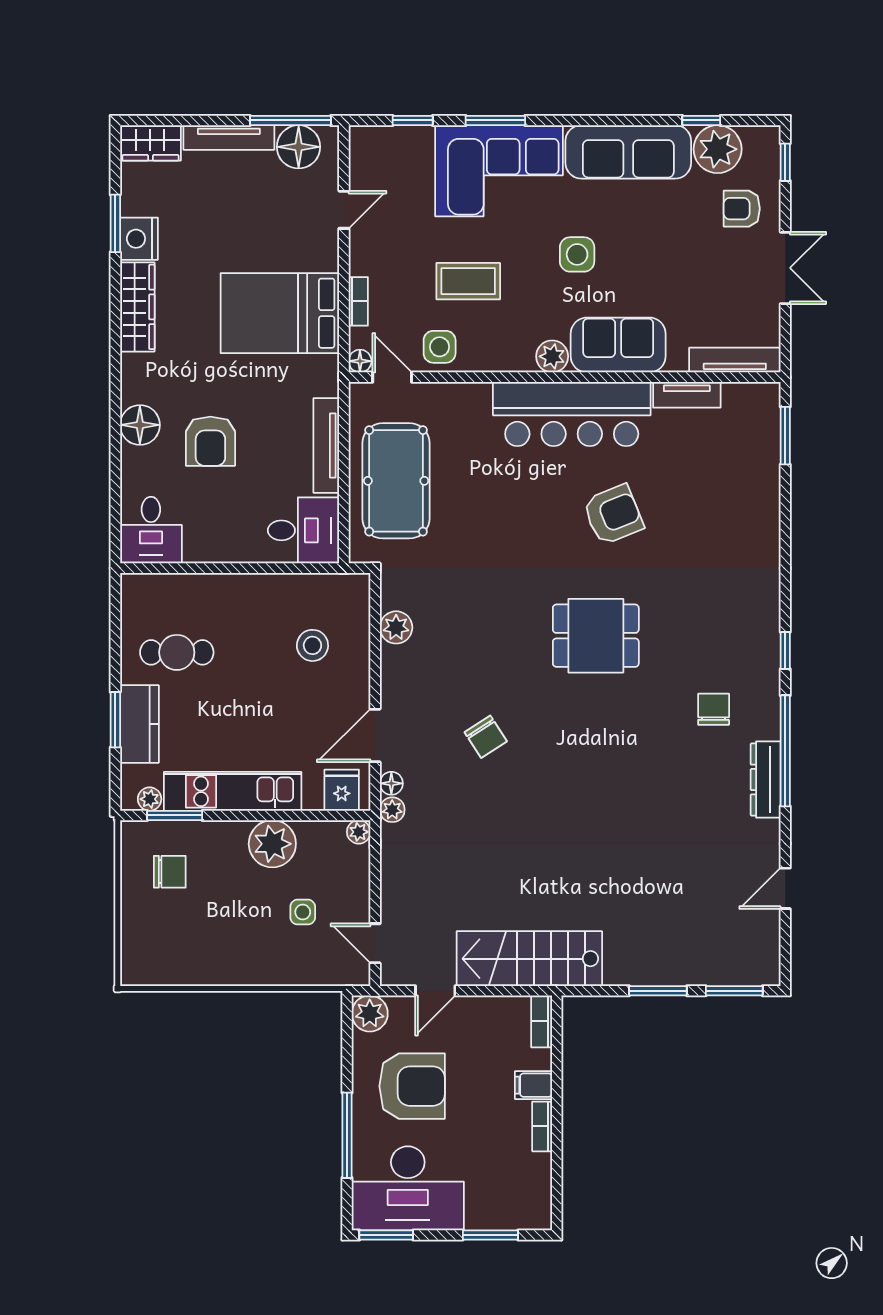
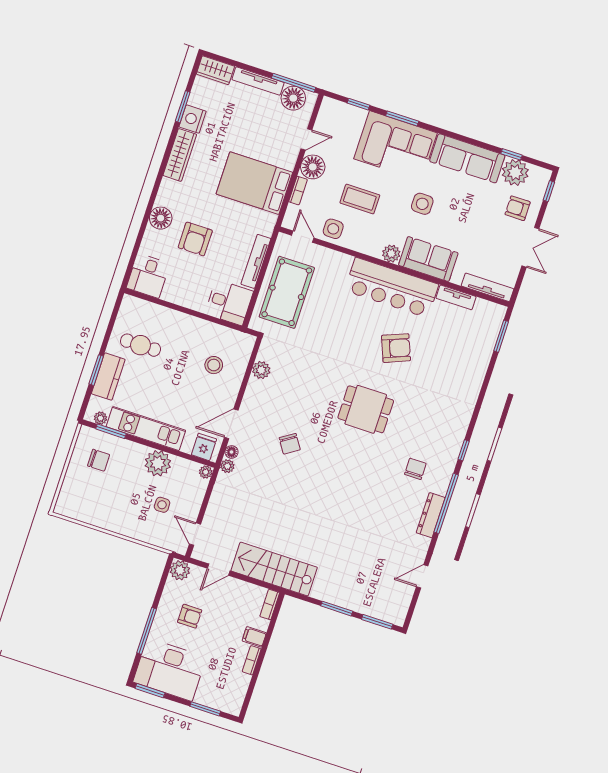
floor lamp: (360, 361) -> (313, 167), moved, width x1.89, depth x1.89
armchair: (412, 1086) -> (190, 616), width x0.53, depth x0.53

